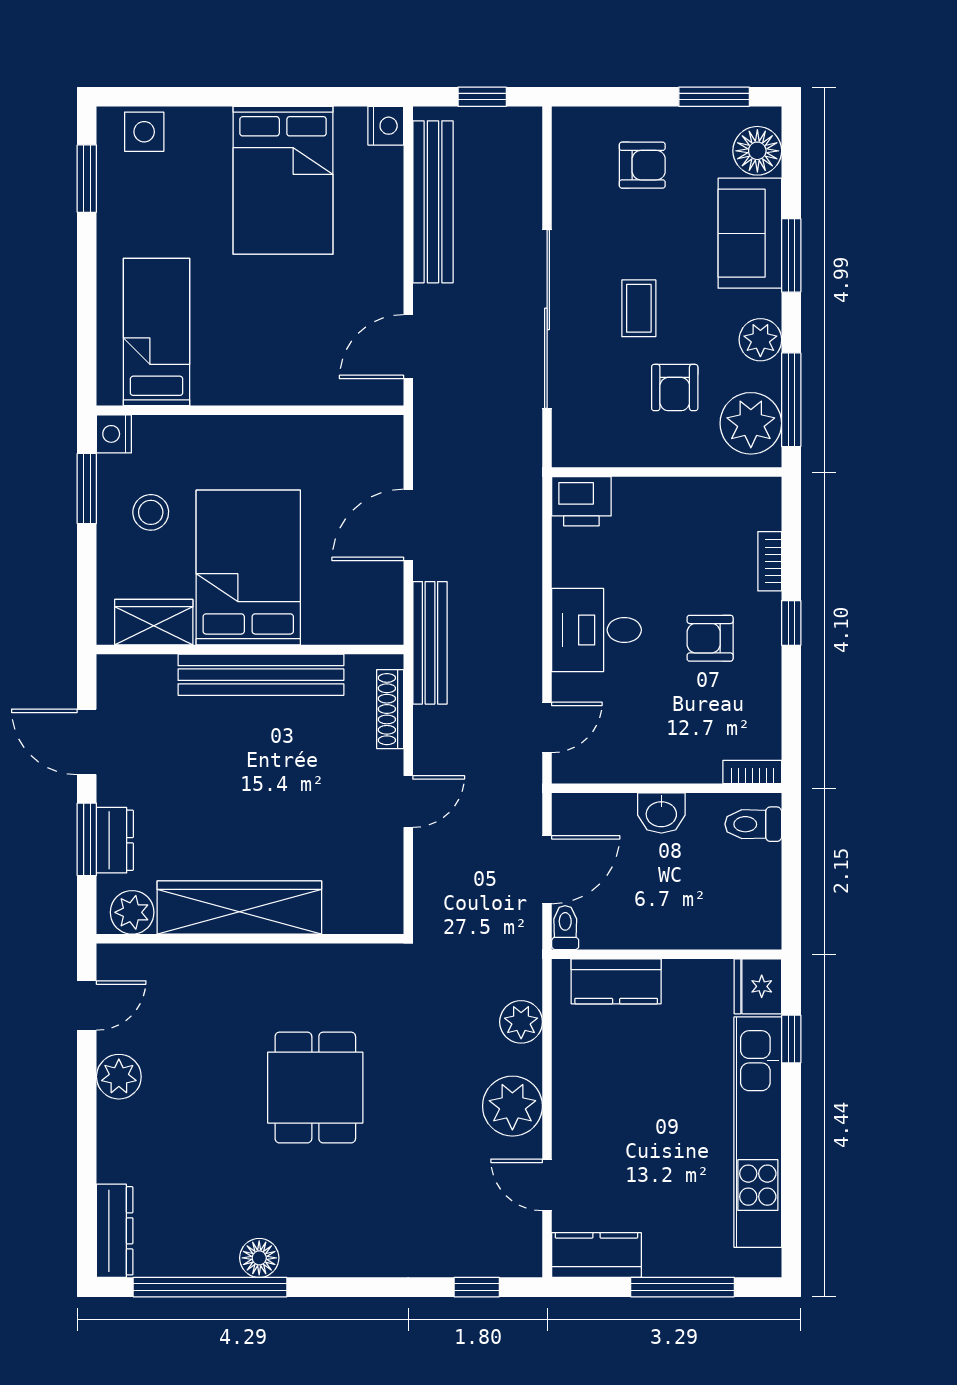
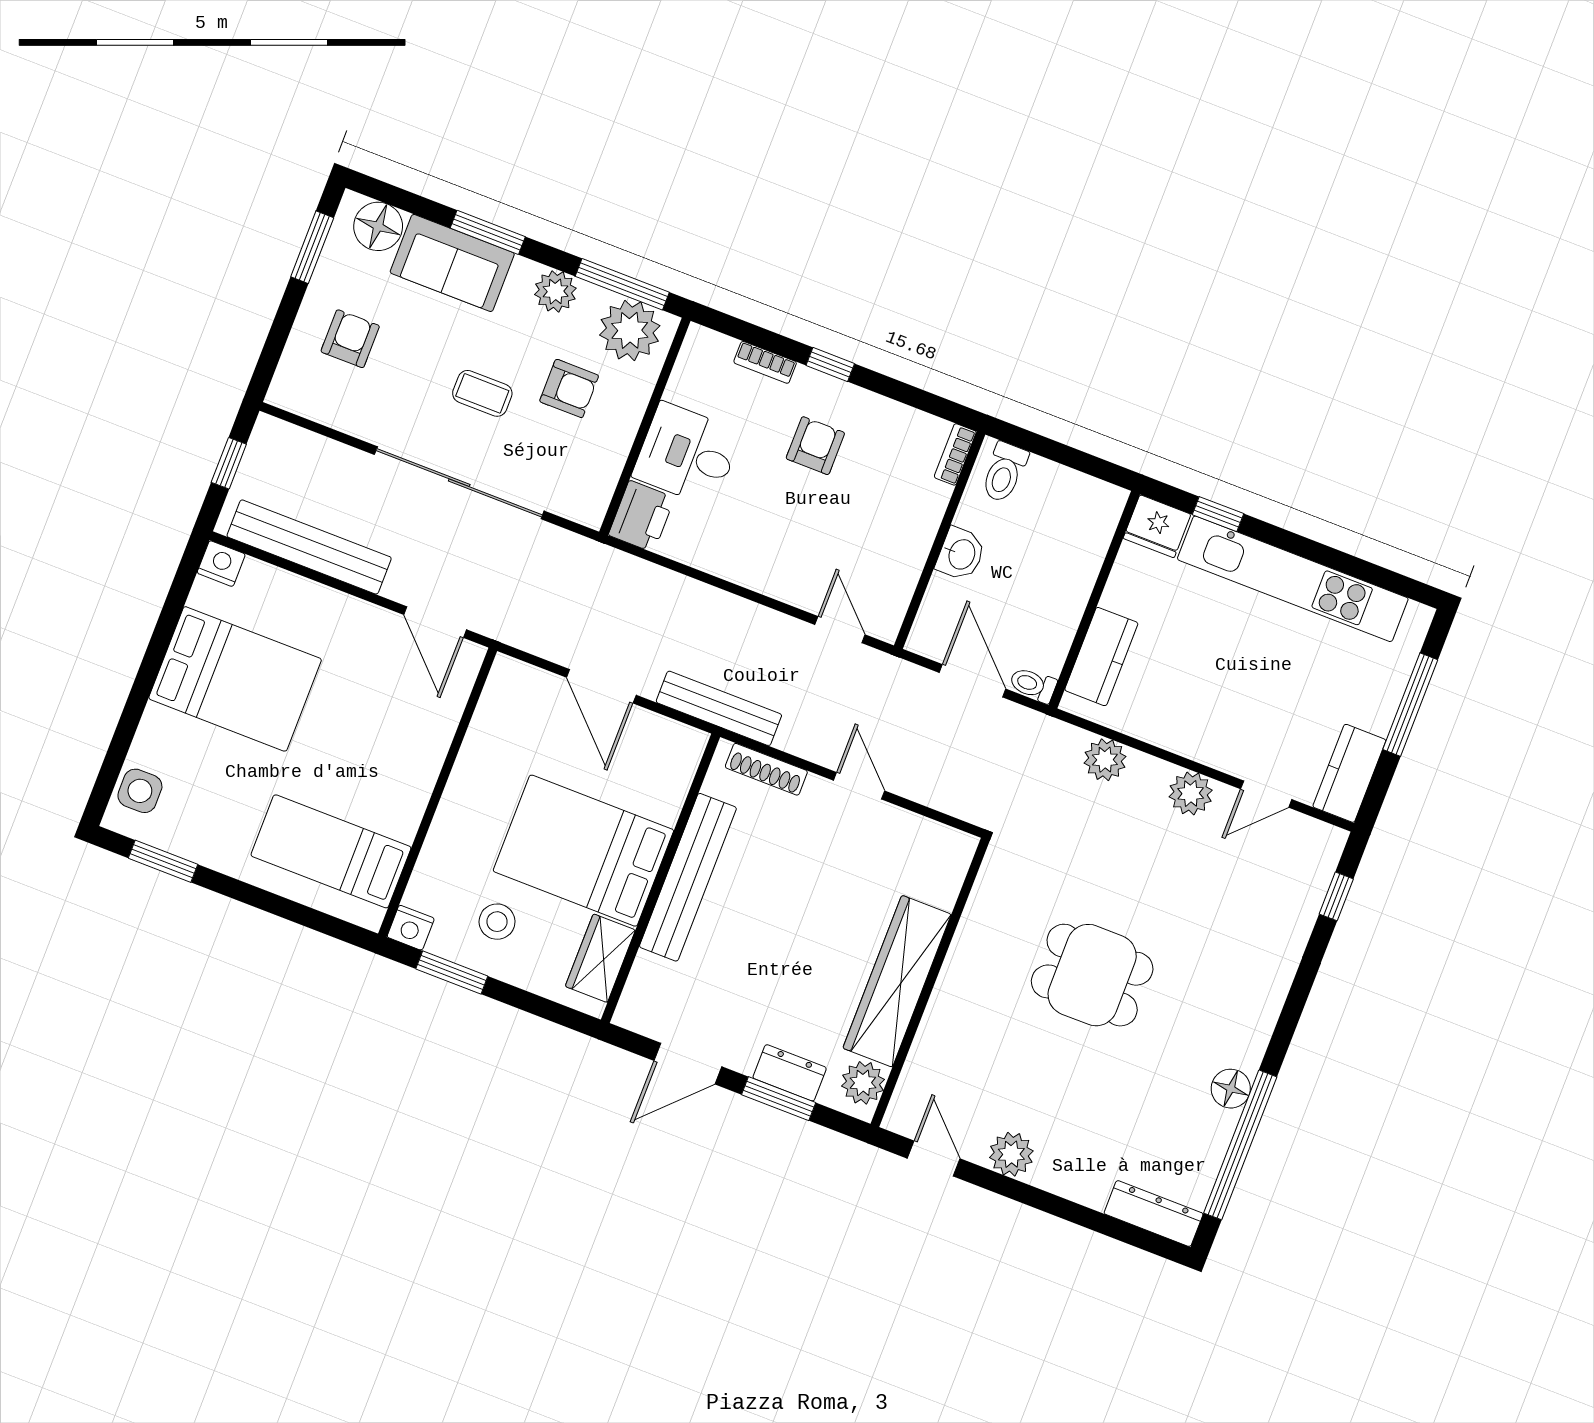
desk: (596, 630) -> (687, 454), moved, turned 90
armchair: (710, 638) -> (815, 446), turned 180
plant: (512, 1106) -> (1191, 793), width x0.73, depth x0.73

